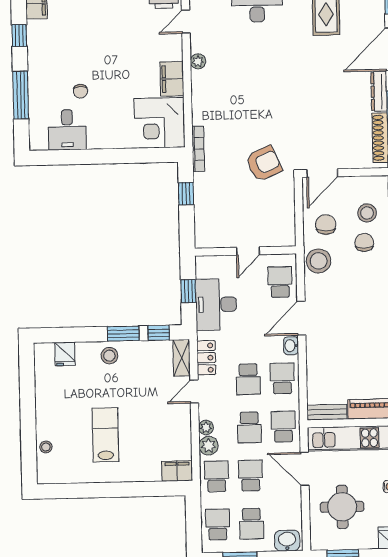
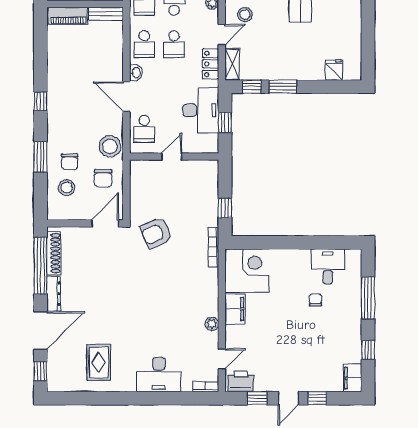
door: (301, 318) -> (126, 97), swing flipped
stool: (109, 356) -> (245, 15), moved
school desk: (248, 379) -> (174, 44), turned 180

